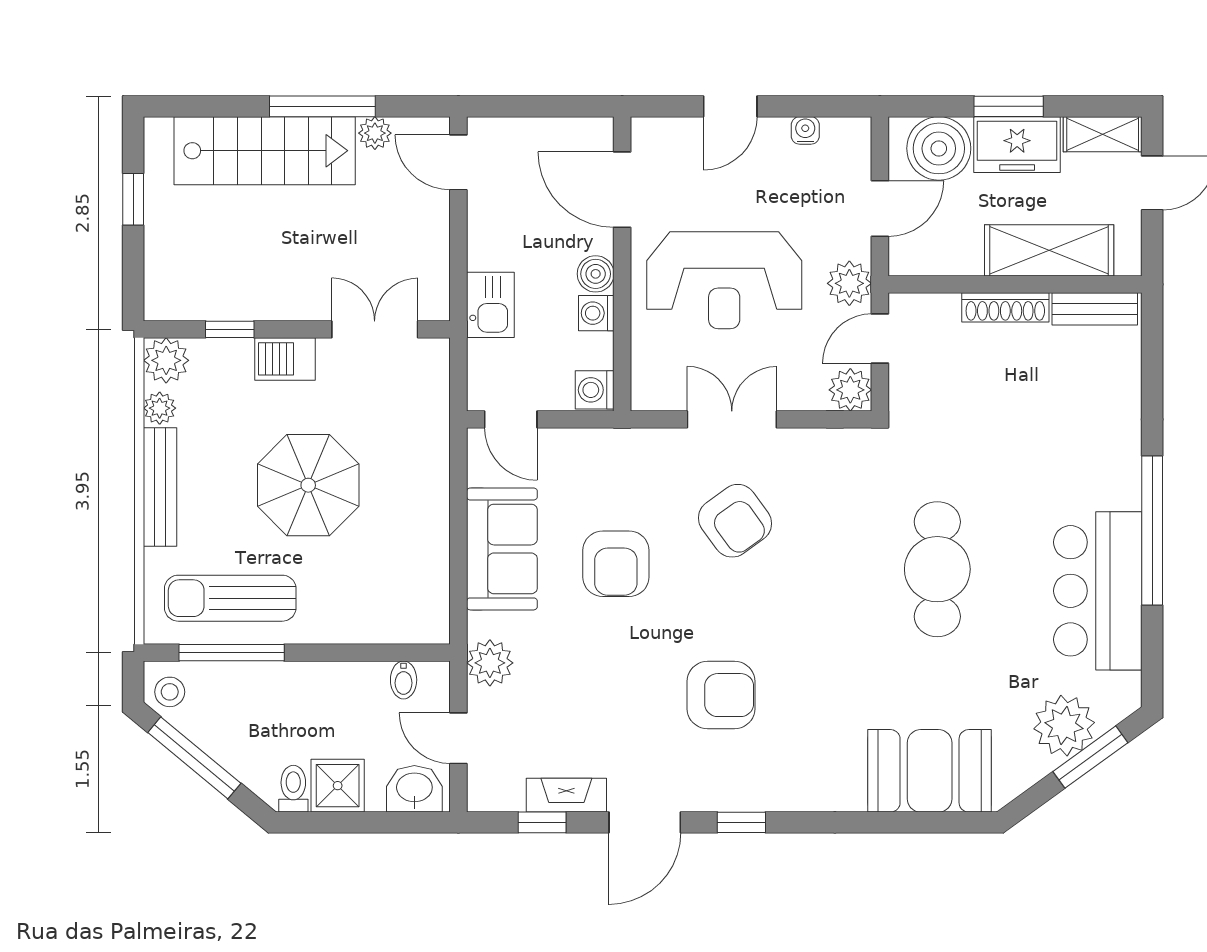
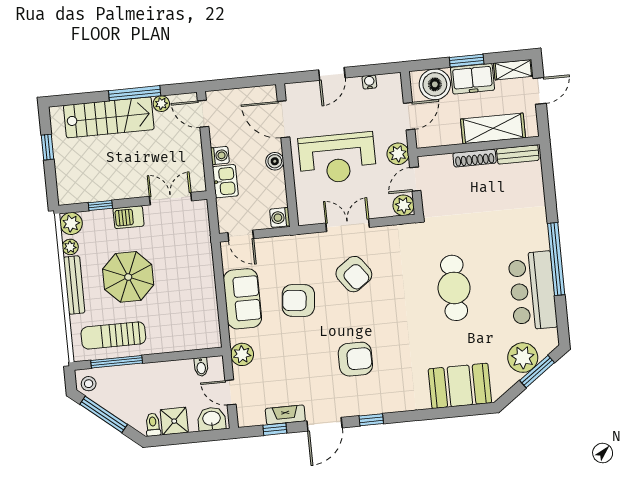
washing machine: (596, 313) -> (220, 156), moved, turned 180
parasol: (308, 485) -> (128, 277), moved
armchair: (616, 564) -> (298, 301), turned 96

